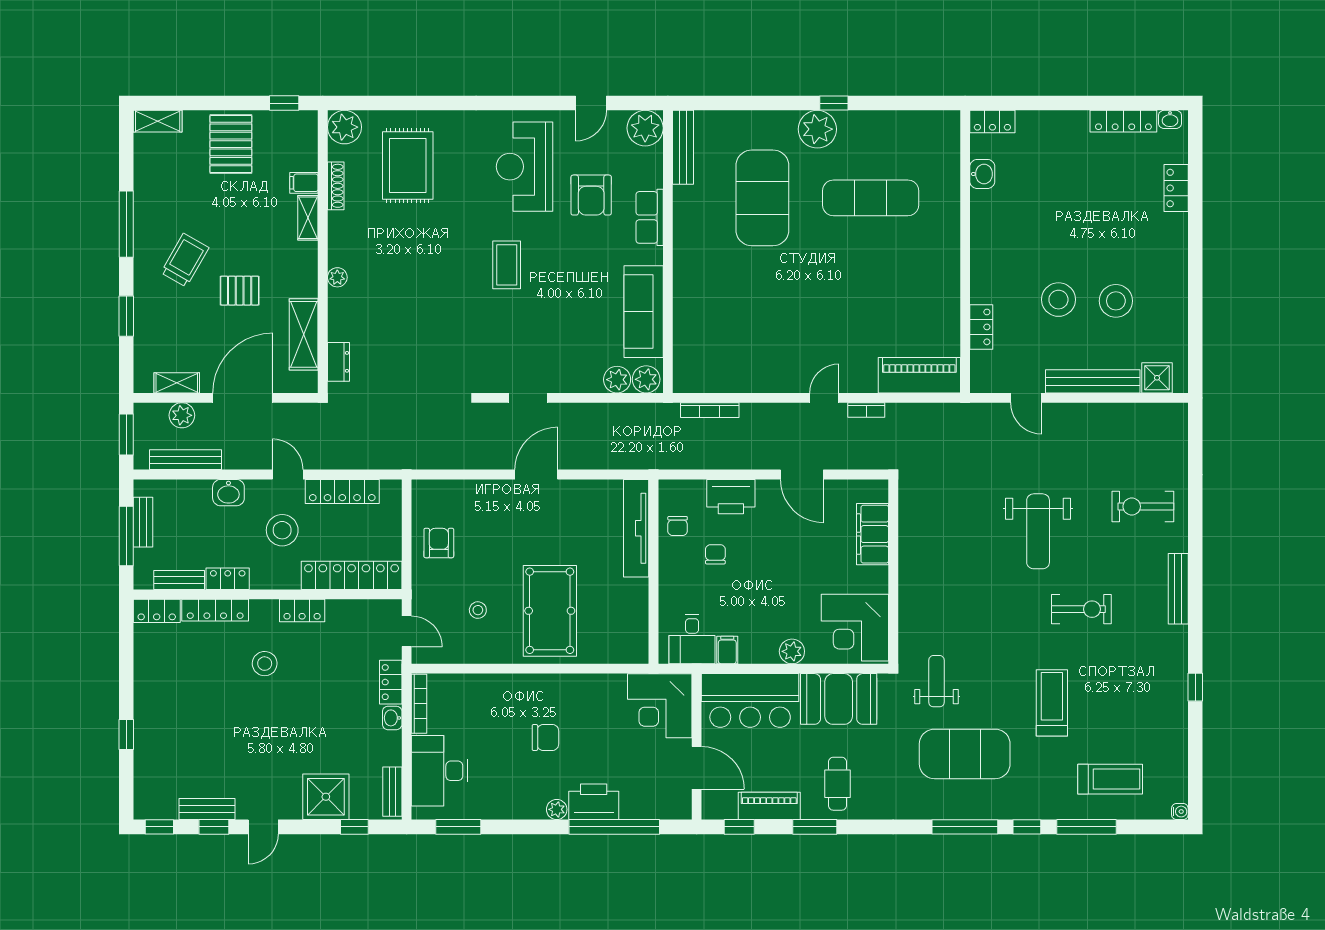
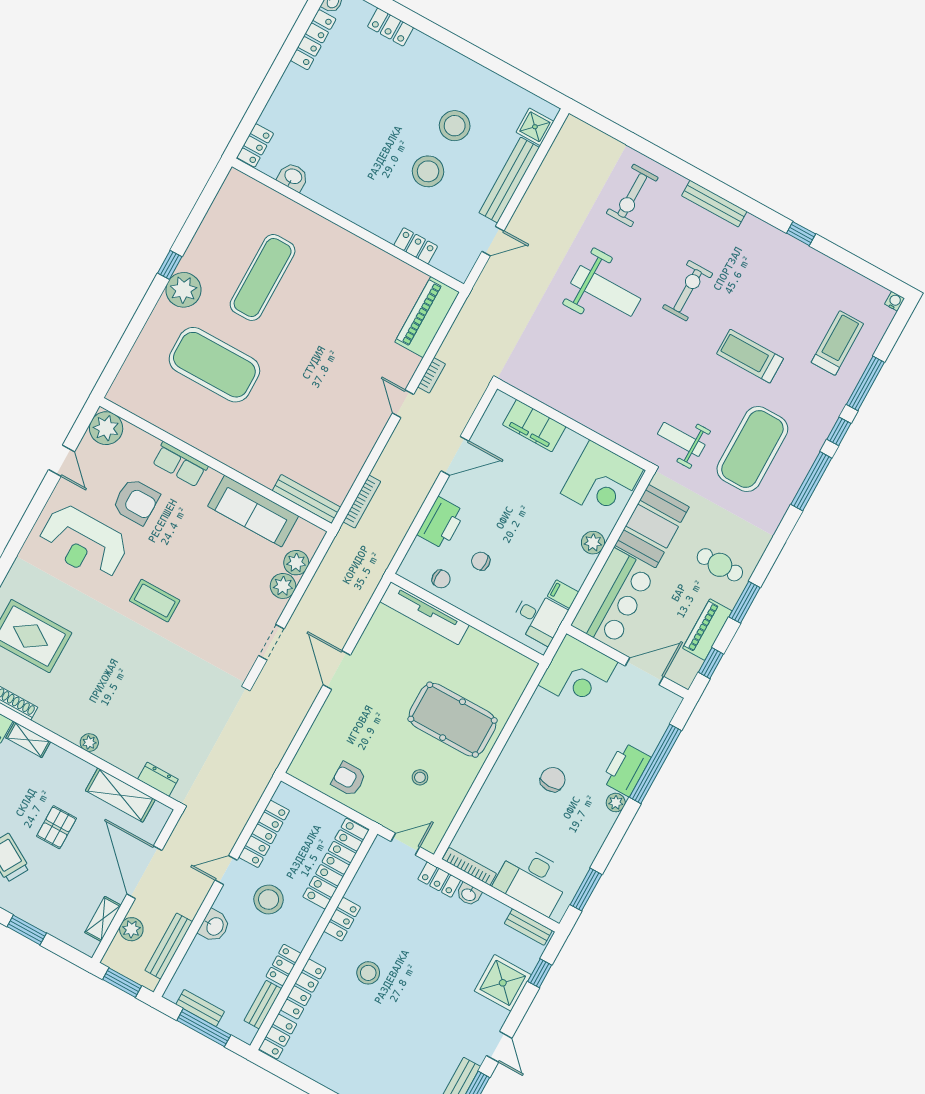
bench: (683, 147) -> (307, 499), moved
plant: (646, 379) -> (283, 586), moved

